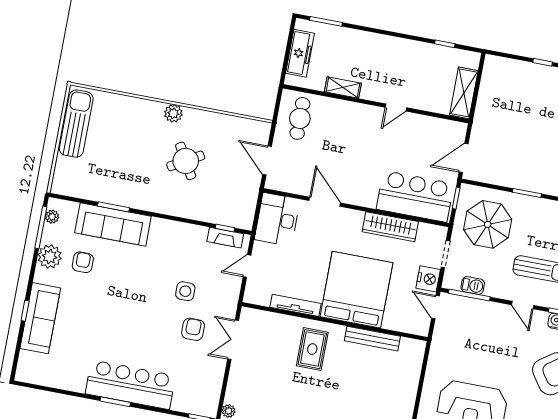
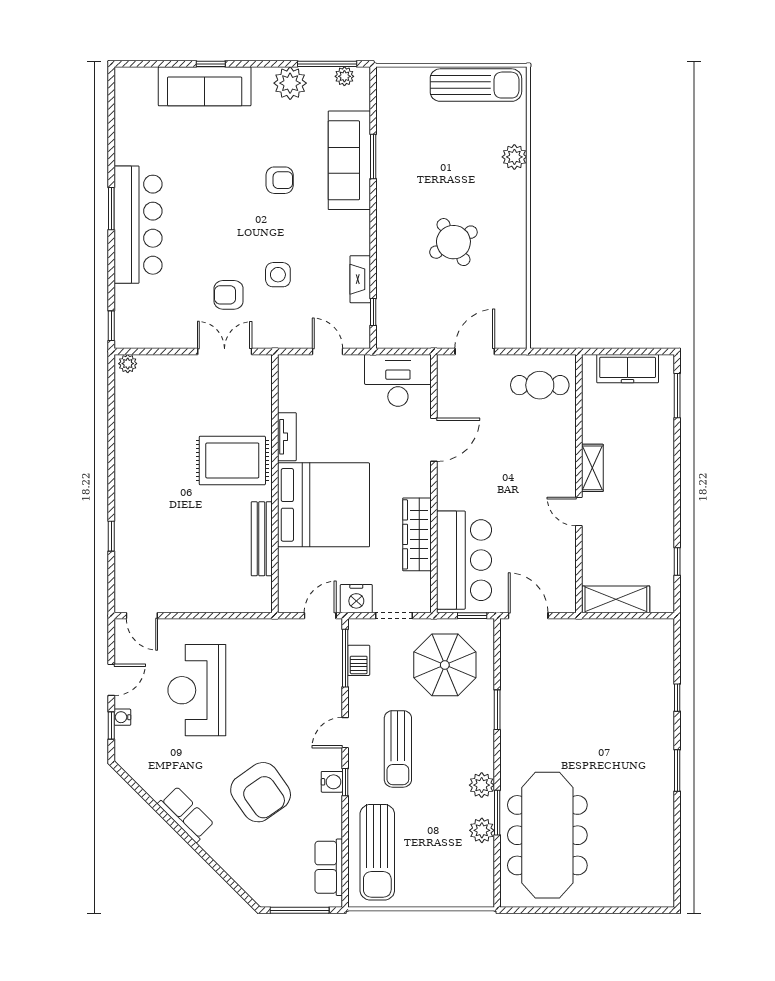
shelving: (343, 87) -> (592, 468), moved
plant: (173, 113) -> (514, 157), moved
fireplace: (225, 238) -> (360, 279), moved
armchair: (83, 262) -> (280, 180), moved
tv unit: (296, 305) -> (287, 437), width x0.71
armchair: (193, 329) -> (229, 295), turned 180
rug: (312, 349) -> (232, 460), width x1.36, depth x1.43

